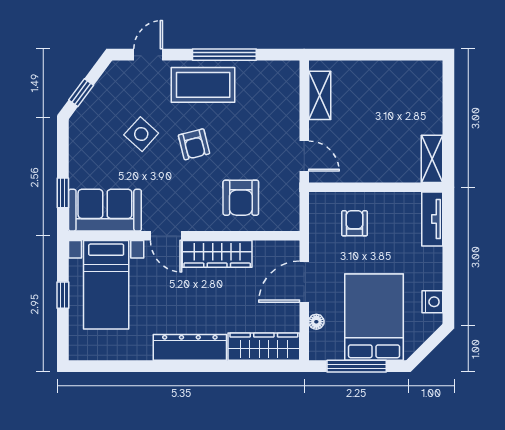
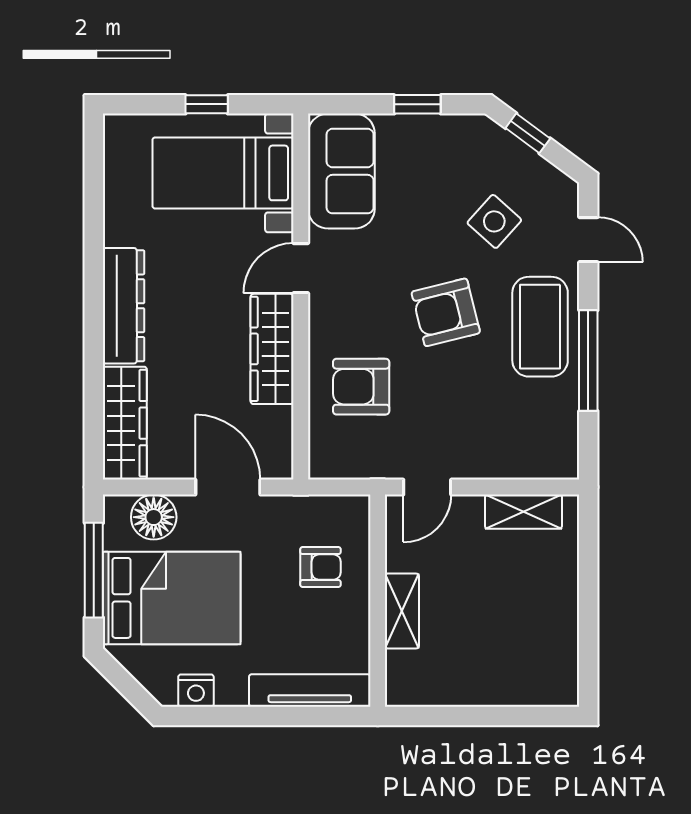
side table: (141, 134) -> (494, 221), moved
armchair: (194, 144) -> (446, 312), width x1.38, depth x1.38
shelving: (432, 159) -> (402, 611), moved, turned 90
window: (63, 193) -> (417, 104), moved
tv unit: (432, 219) -> (310, 690), width x1.41
floor lamp: (316, 322) -> (154, 517), width x1.89, depth x1.89

